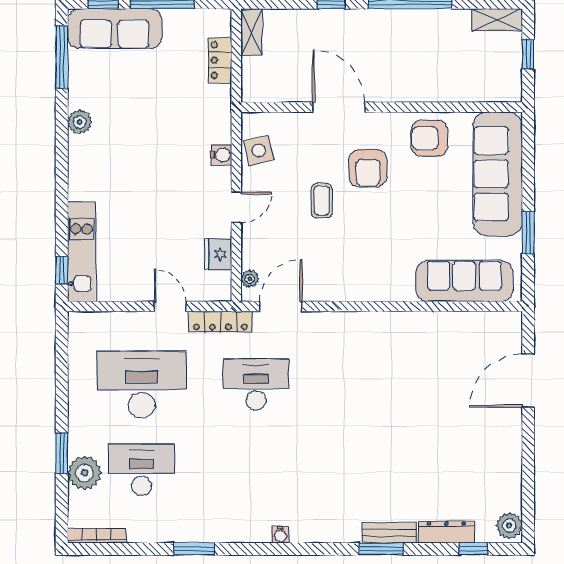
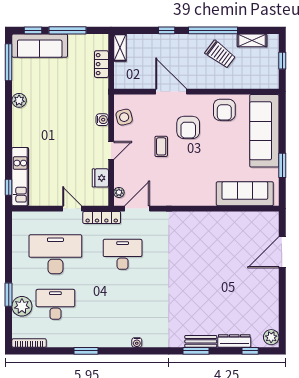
shelving: (496, 20) -> (252, 40), moved
trolley: (422, 44) -> (220, 54), added
armchair: (429, 138) -> (224, 110), turned -90

